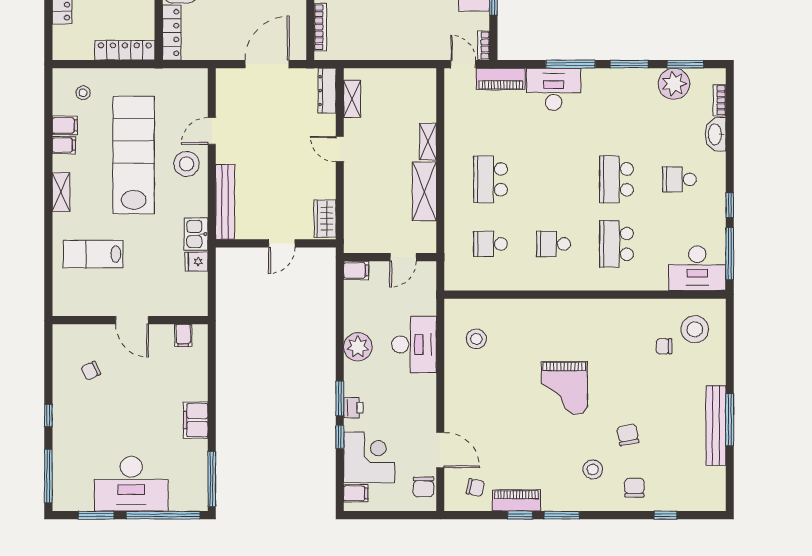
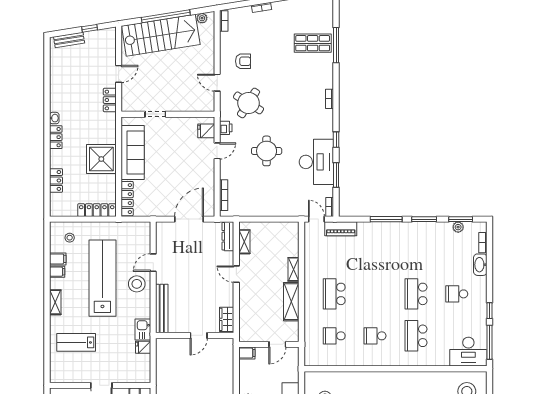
plant: (674, 84) -> (458, 227), width x0.53, depth x0.53
desk: (554, 89) -> (375, 235), removed

